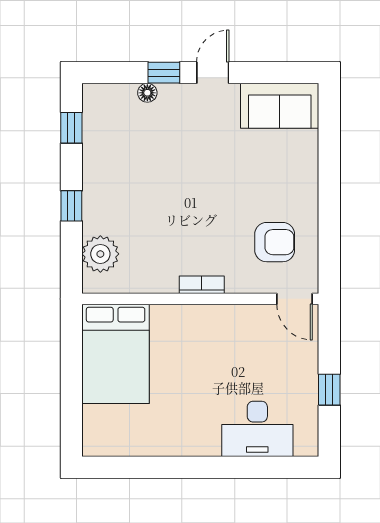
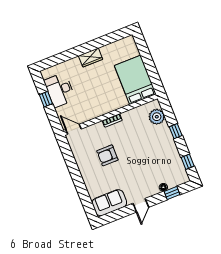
window: (164, 73) -> (172, 193), moved
armchair: (275, 242) -> (107, 155), moved
desk: (257, 429) -> (60, 90), moved, turned -90
wardrobe: (194, 442) -> (91, 58), added

